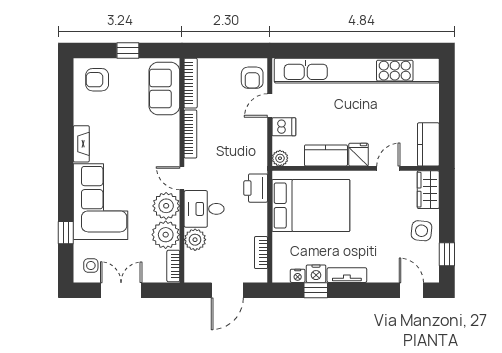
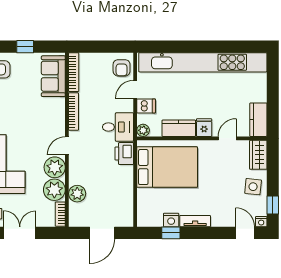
door: (182, 178) -> (67, 146), hinge flipped
desk: (204, 209) -> (118, 127), moved, turned 180
bookcase: (261, 253) -> (128, 204), removed
nightstand: (298, 276) -> (261, 222), moved

